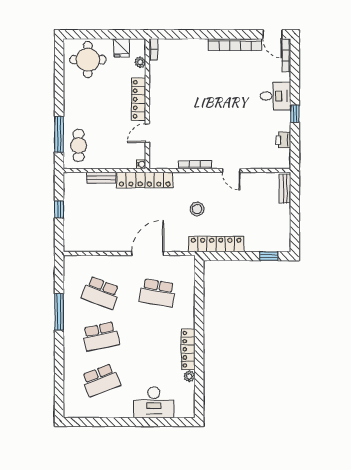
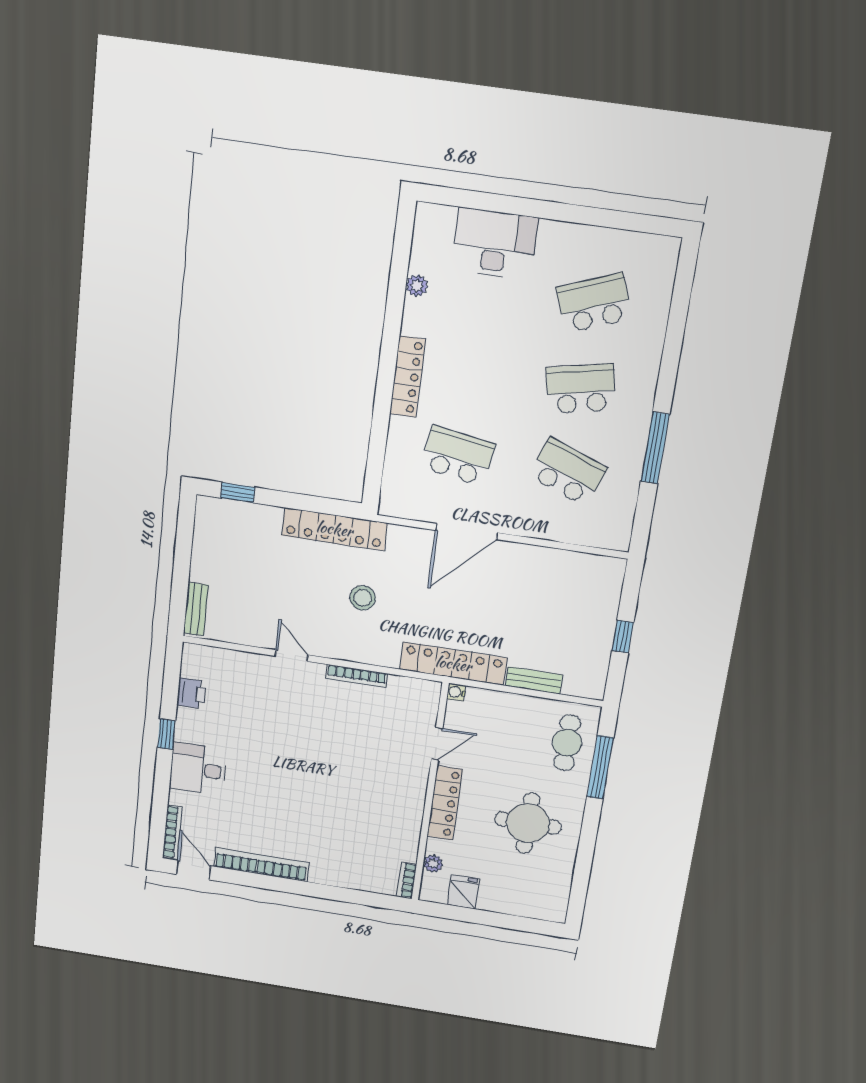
round table: (88, 60) -> (528, 823), moved
locker: (188, 349) -> (408, 377), moved

